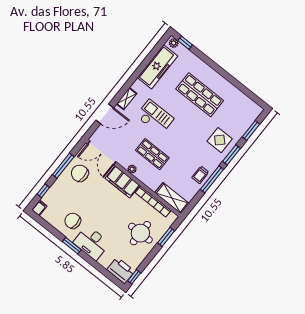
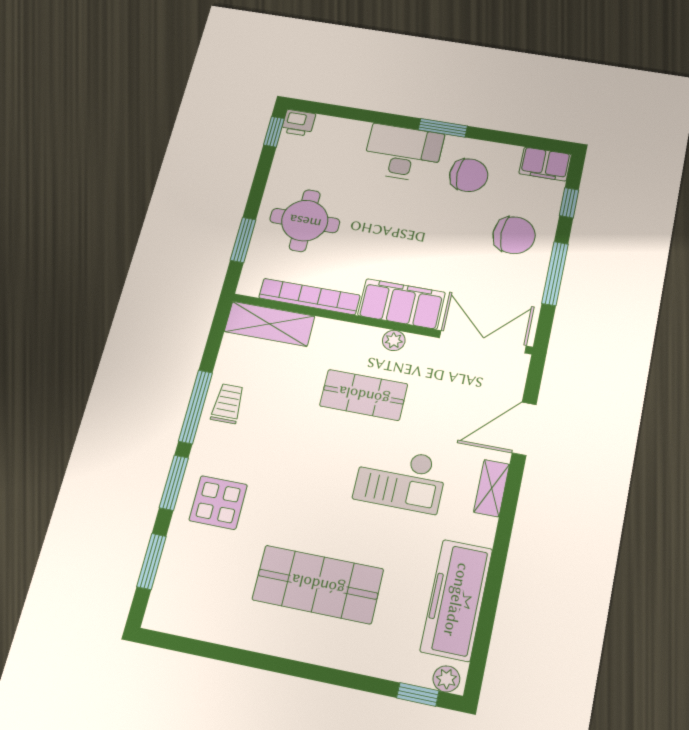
chair: (80, 173) -> (514, 235), moved
filing cabinet: (39, 208) -> (545, 164), width x2.00
printer: (121, 270) -> (298, 123), width x0.53, depth x0.68

